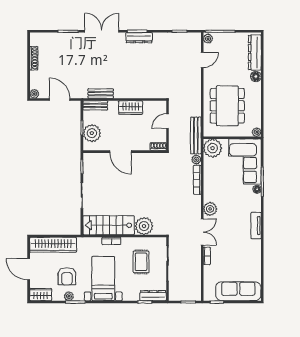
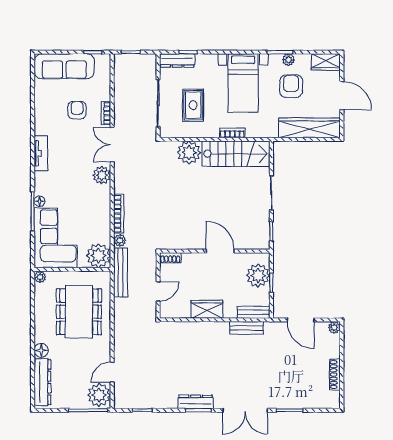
plant: (208, 39) -> (99, 395), width x1.88, depth x1.88
armchair: (229, 258) -> (77, 110), added

